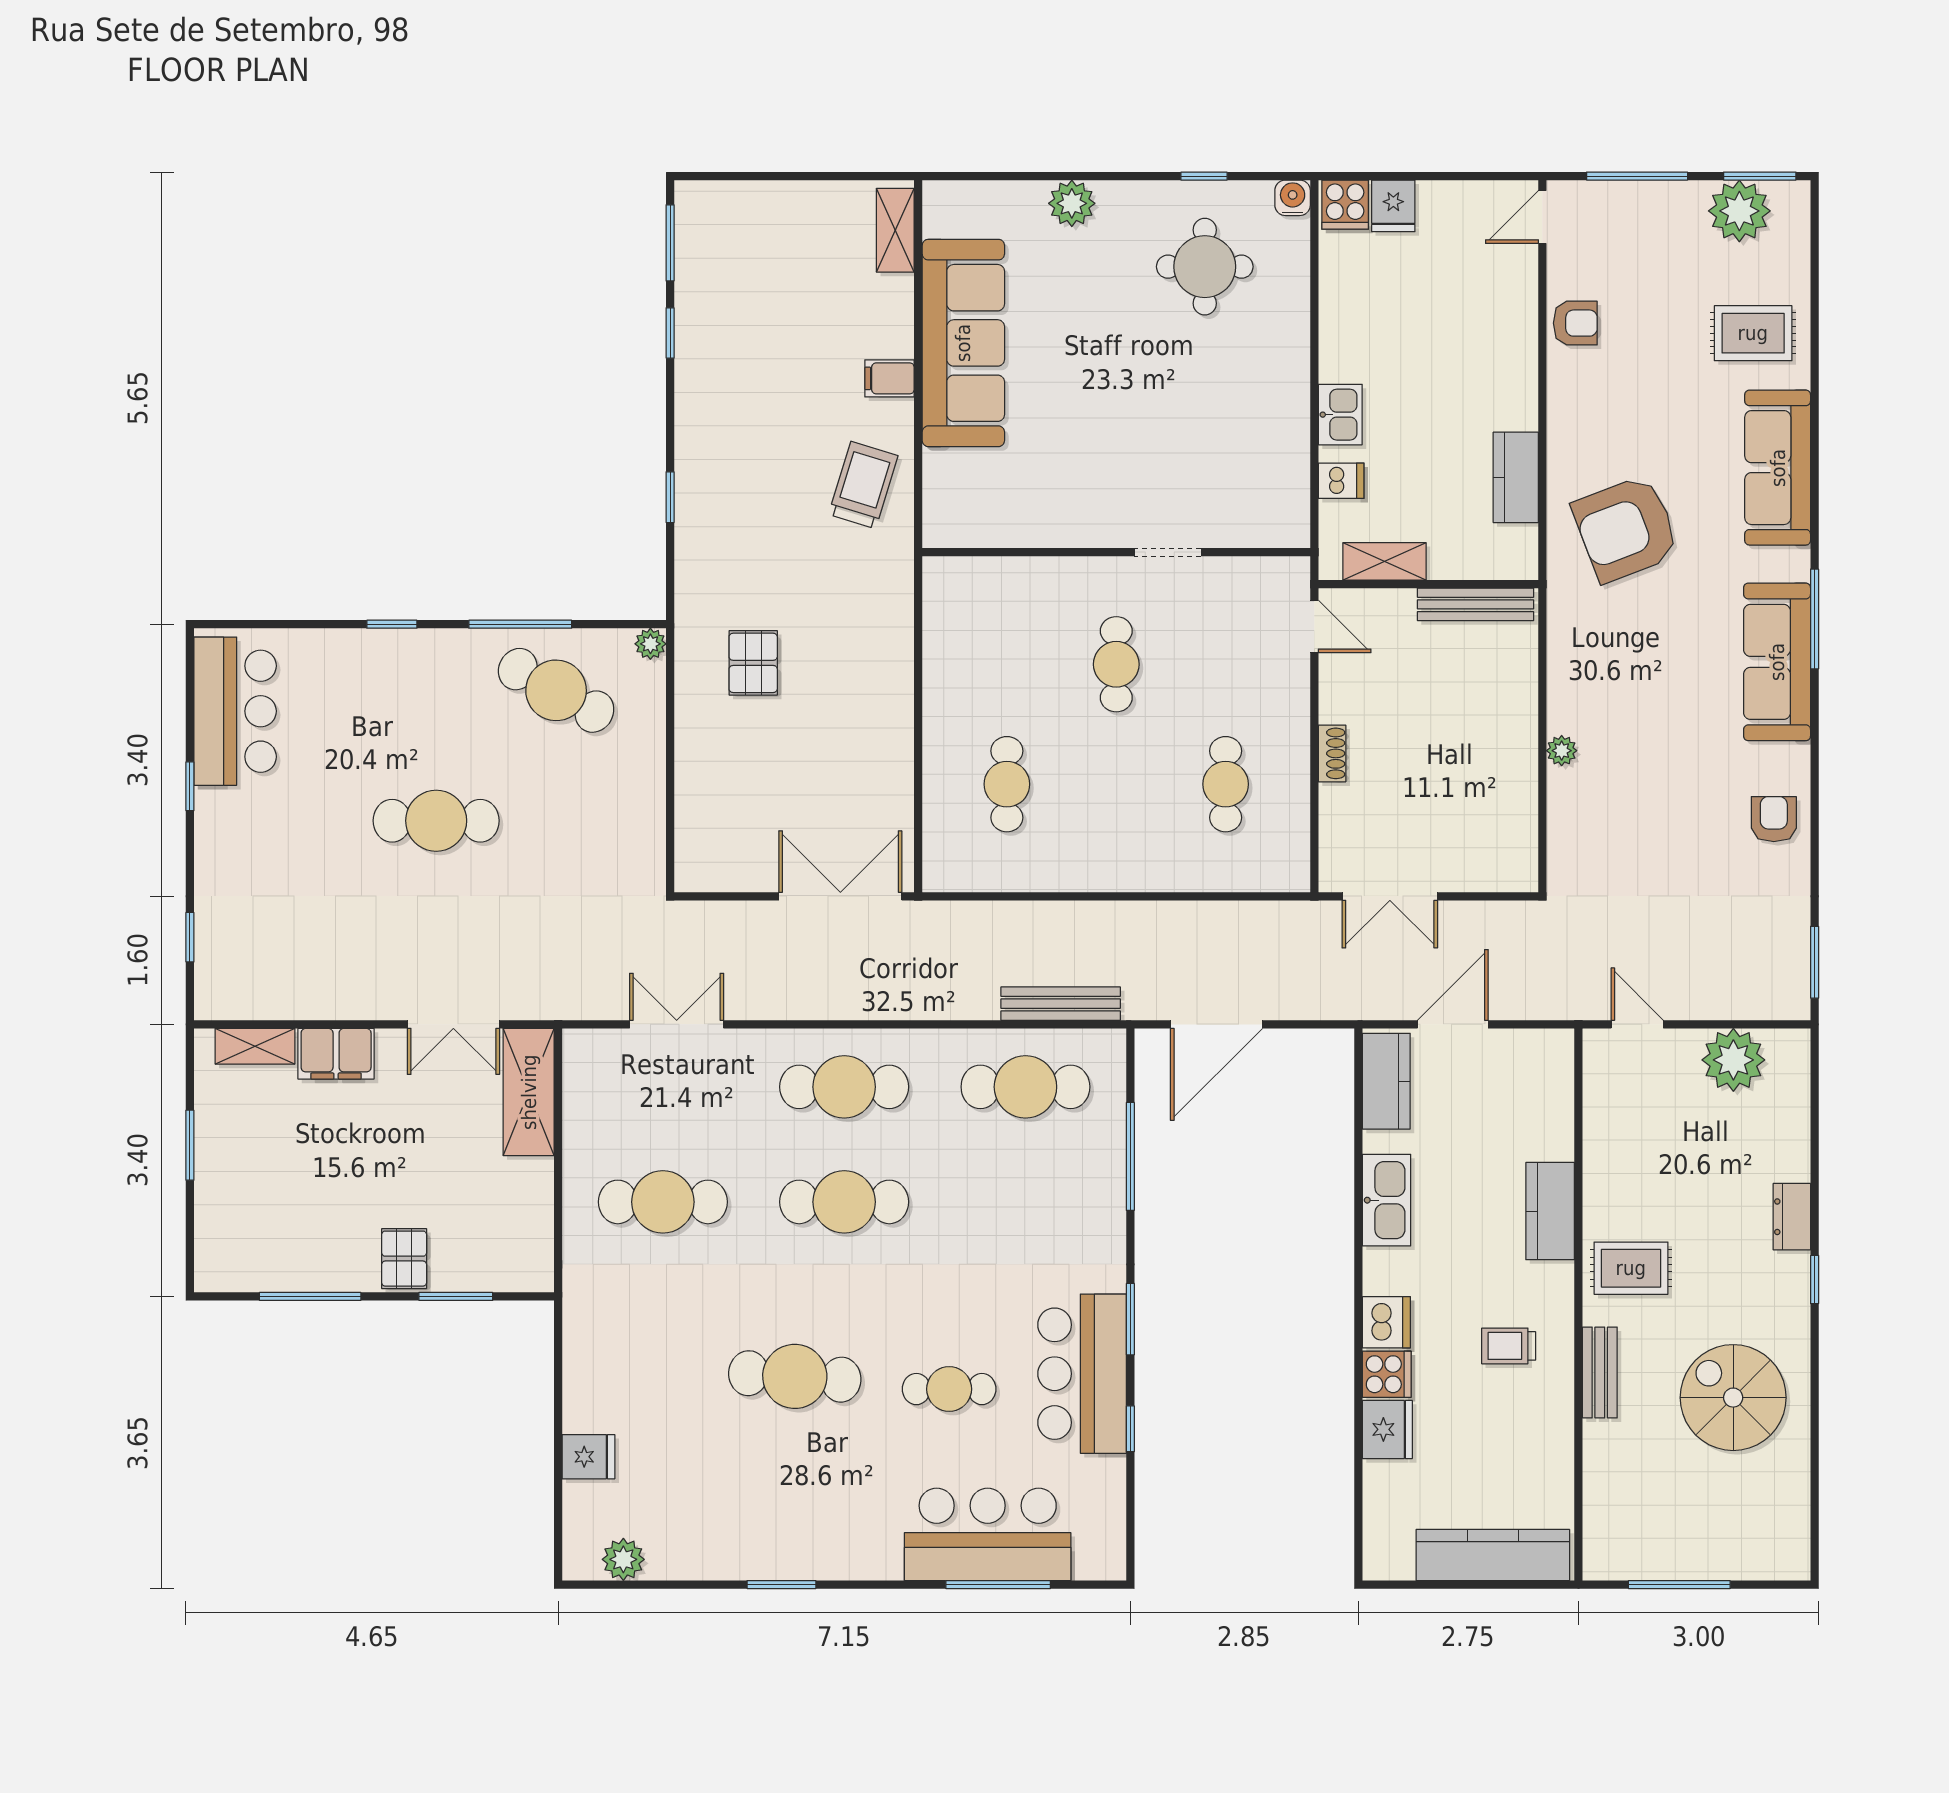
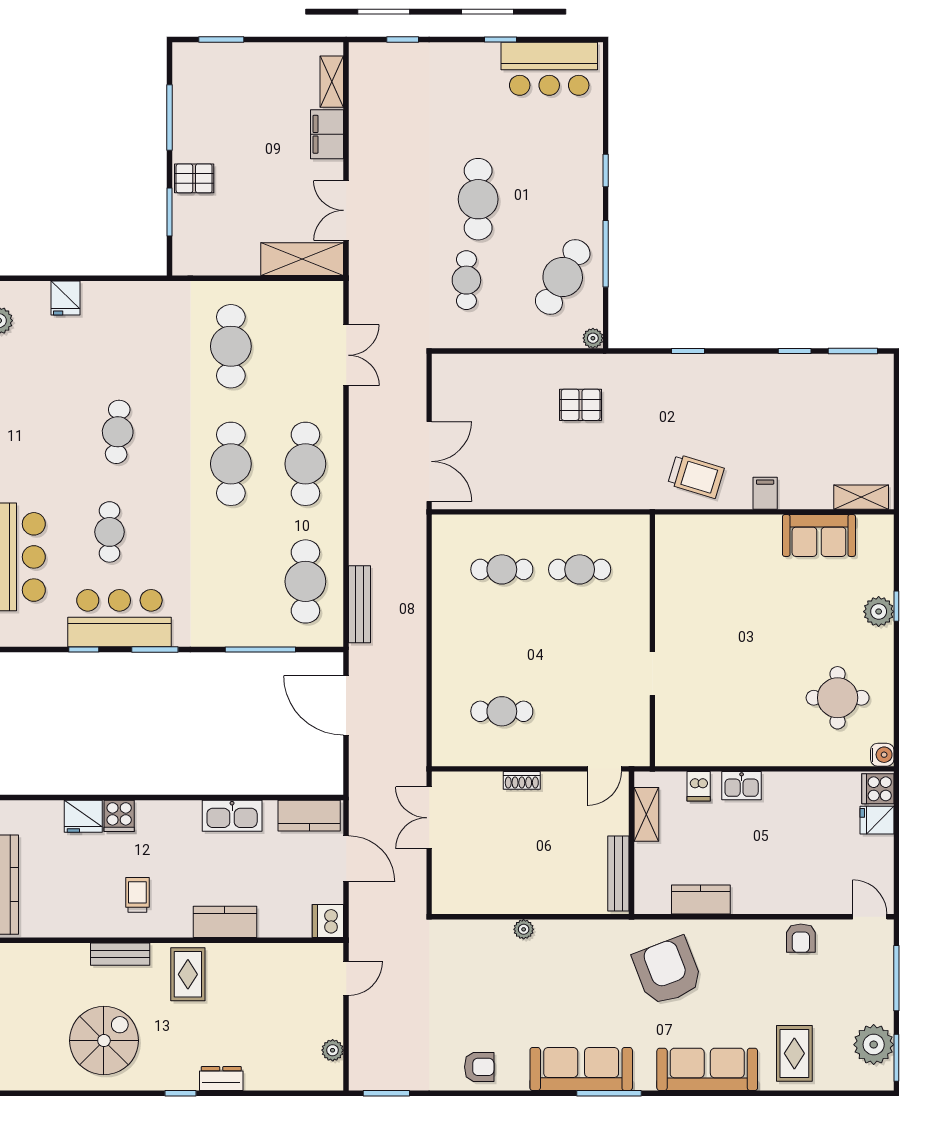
window: (1204, 176) -> (896, 606), moved
sofa: (963, 343) -> (819, 535), width x0.54, depth x0.79
cafe table: (1116, 664) -> (580, 569), moved
cafe table: (561, 839) -> (466, 280), added
plant: (1733, 1060) -> (333, 1050), width x0.53, depth x0.53
window: (190, 1145) -> (221, 39), moved
dishwasher: (1386, 1322) -> (328, 921), moved, turned 90
cafe table: (795, 1376) -> (118, 432), width x0.73, depth x0.74

